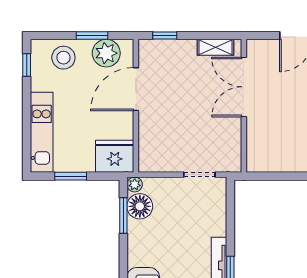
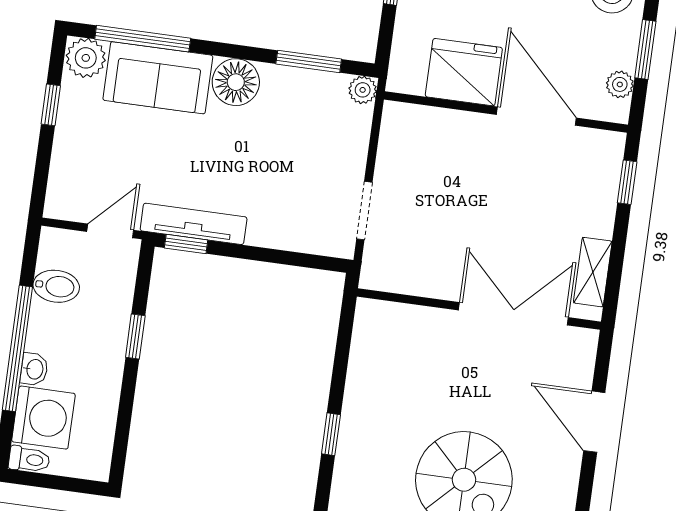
plant: (106, 53) -> (620, 84), width x0.53, depth x0.53
fridge: (115, 156) -> (464, 72), moved, turned -90
floor lamp: (140, 206) -> (236, 82), moved

